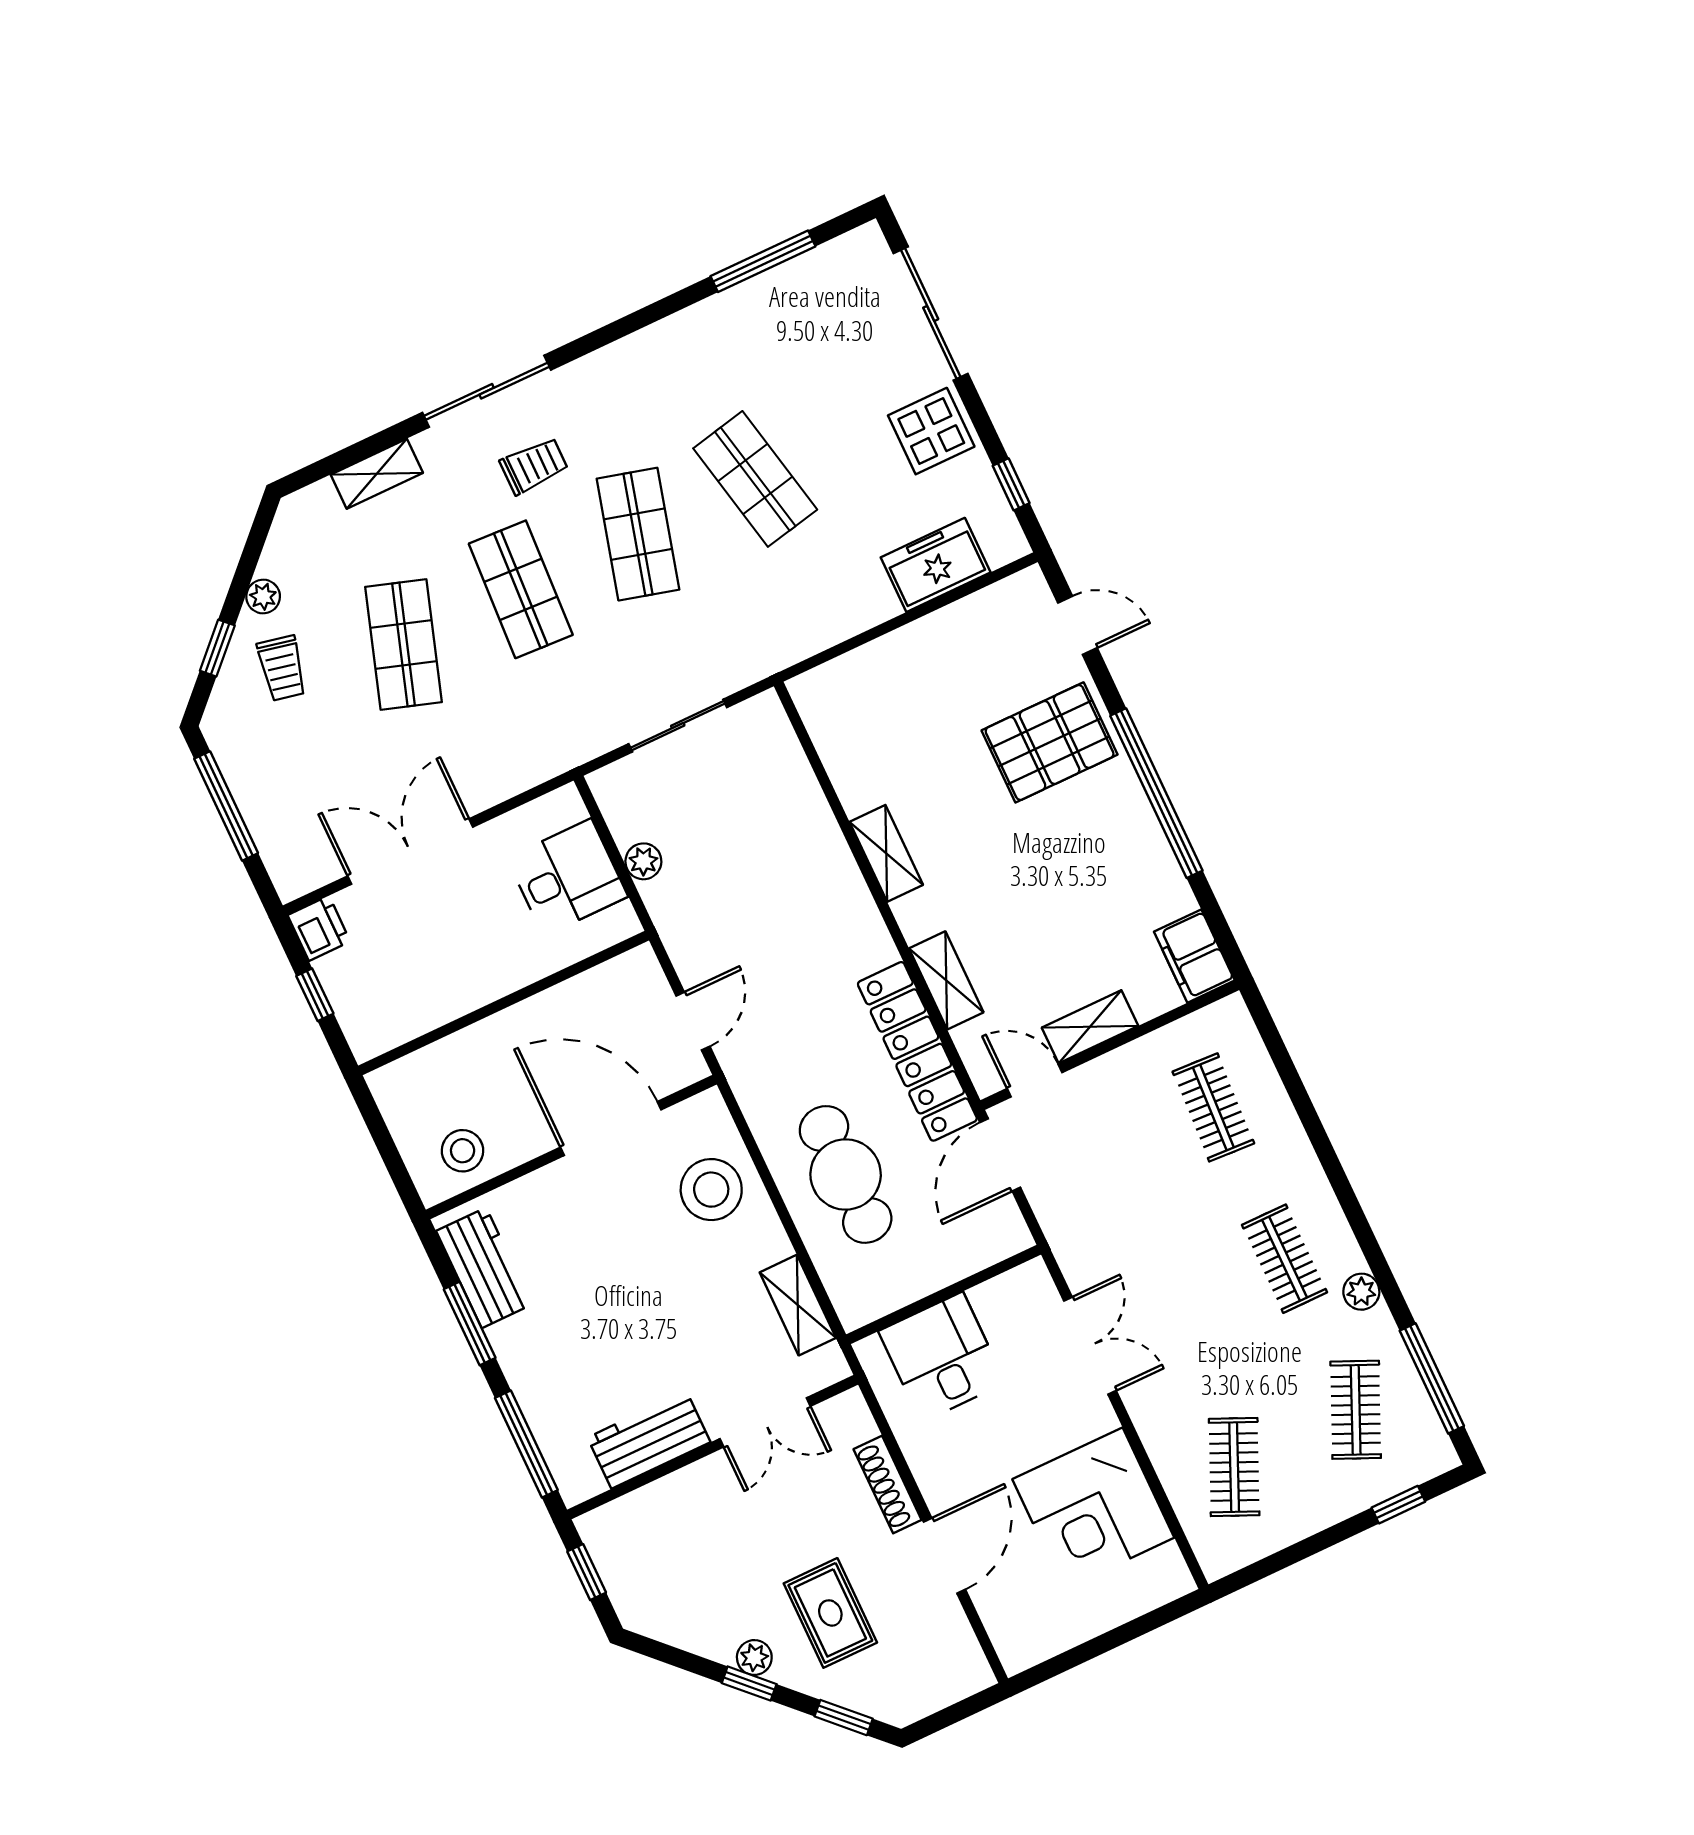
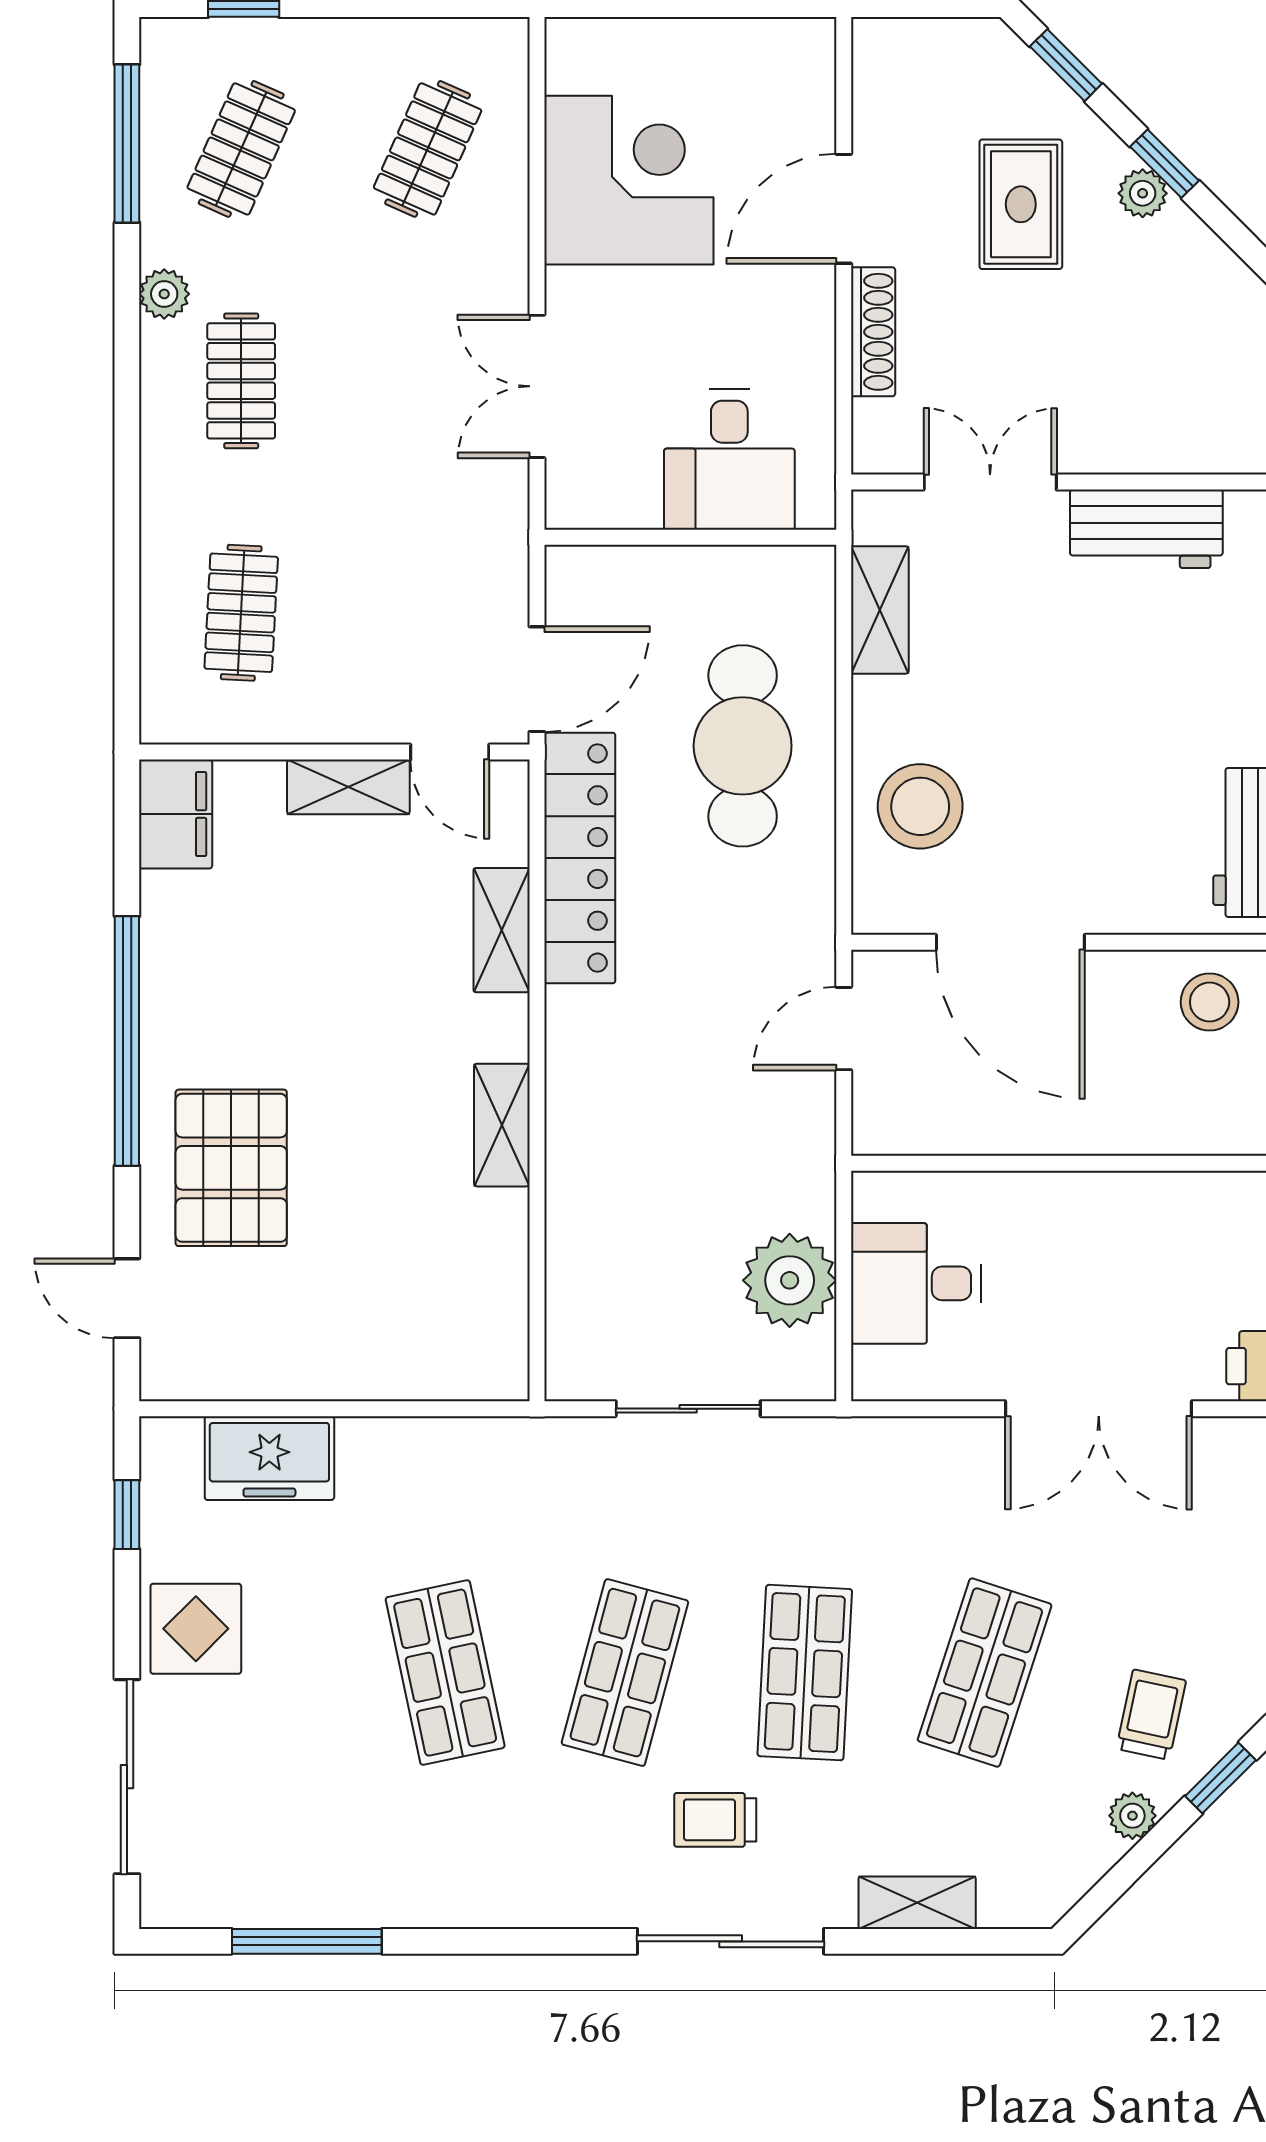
pallet: (1050, 742) -> (231, 1168), turned 90
plant: (643, 861) -> (790, 1280), width x1.88, depth x1.88

